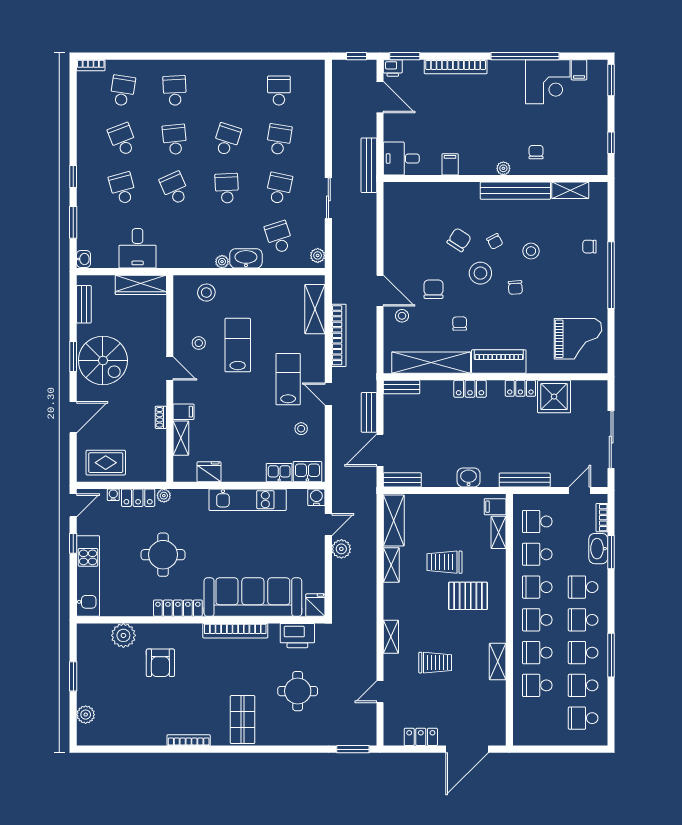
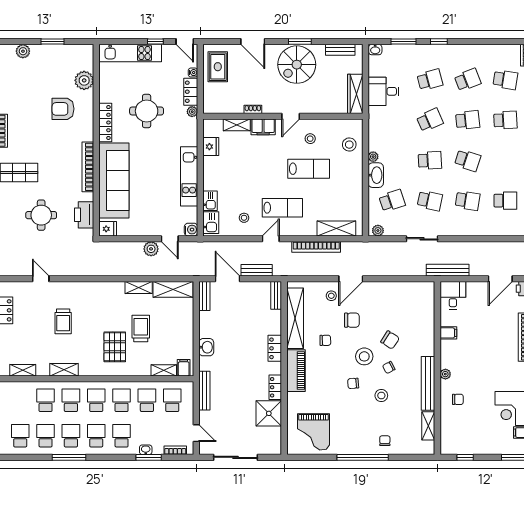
filing cabinet: (184, 412) -> (263, 127), width x2.00
washbasin: (598, 549) -> (146, 450), width x0.52, depth x0.69
shelving: (391, 637) -> (23, 370), moved

